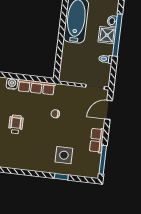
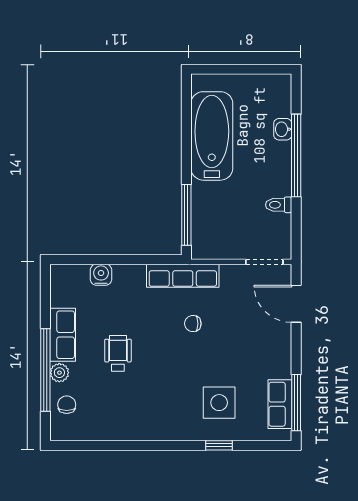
shower: (107, 35) -> (276, 158), removed
window: (59, 59) -> (186, 215), added
row of seats: (36, 87) -> (183, 276), moved
door: (109, 110) -> (296, 304), hinge flipped
row of seats: (97, 140) -> (280, 404), moved

